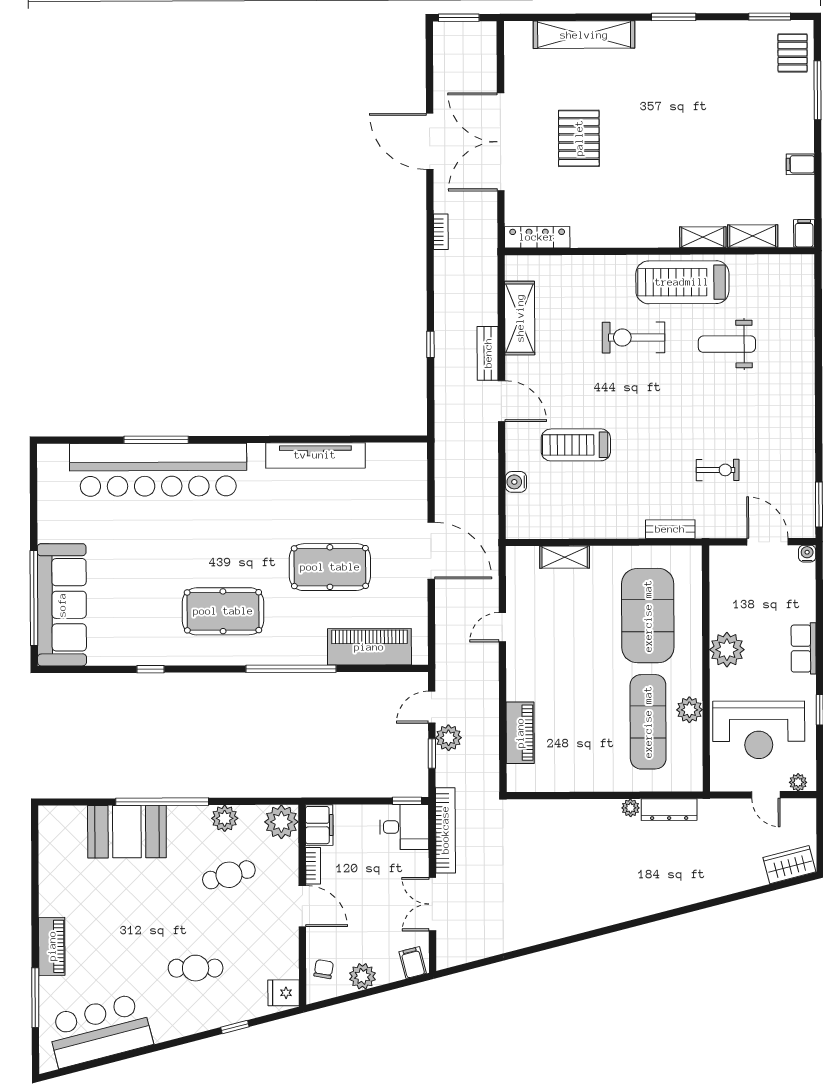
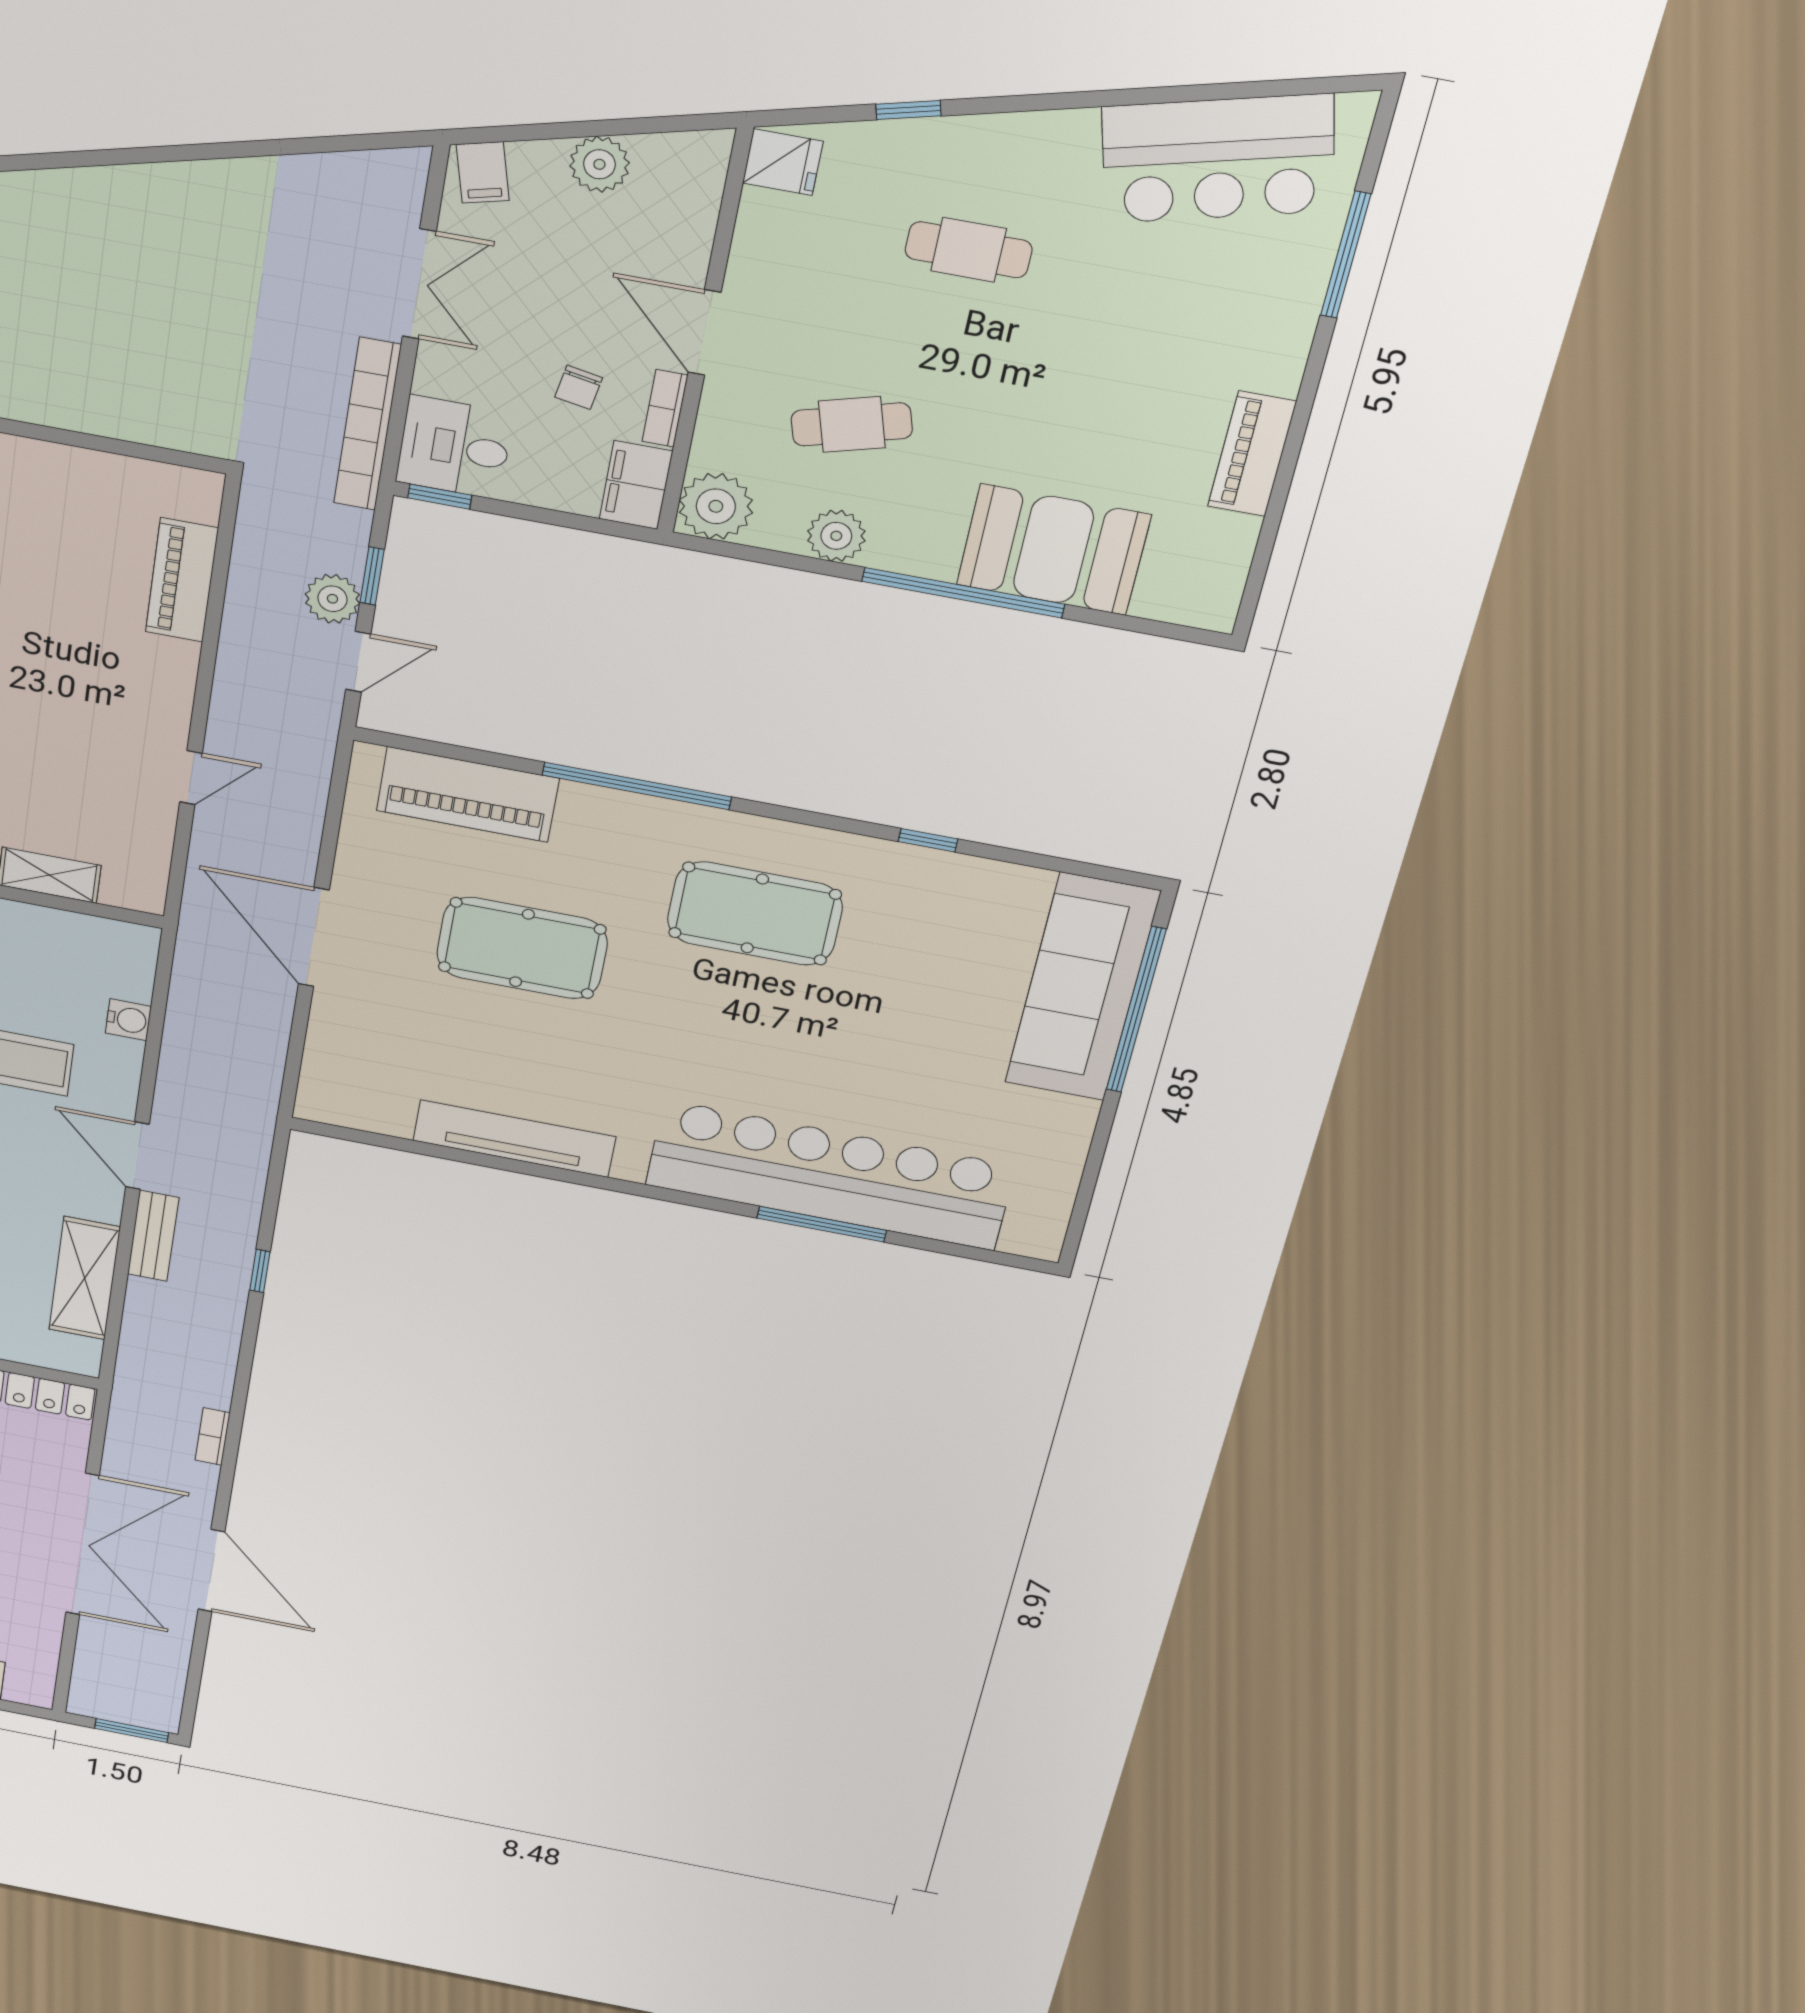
piano: (52, 946) -> (1252, 454), moved
chair: (324, 969) -> (579, 387), moved

